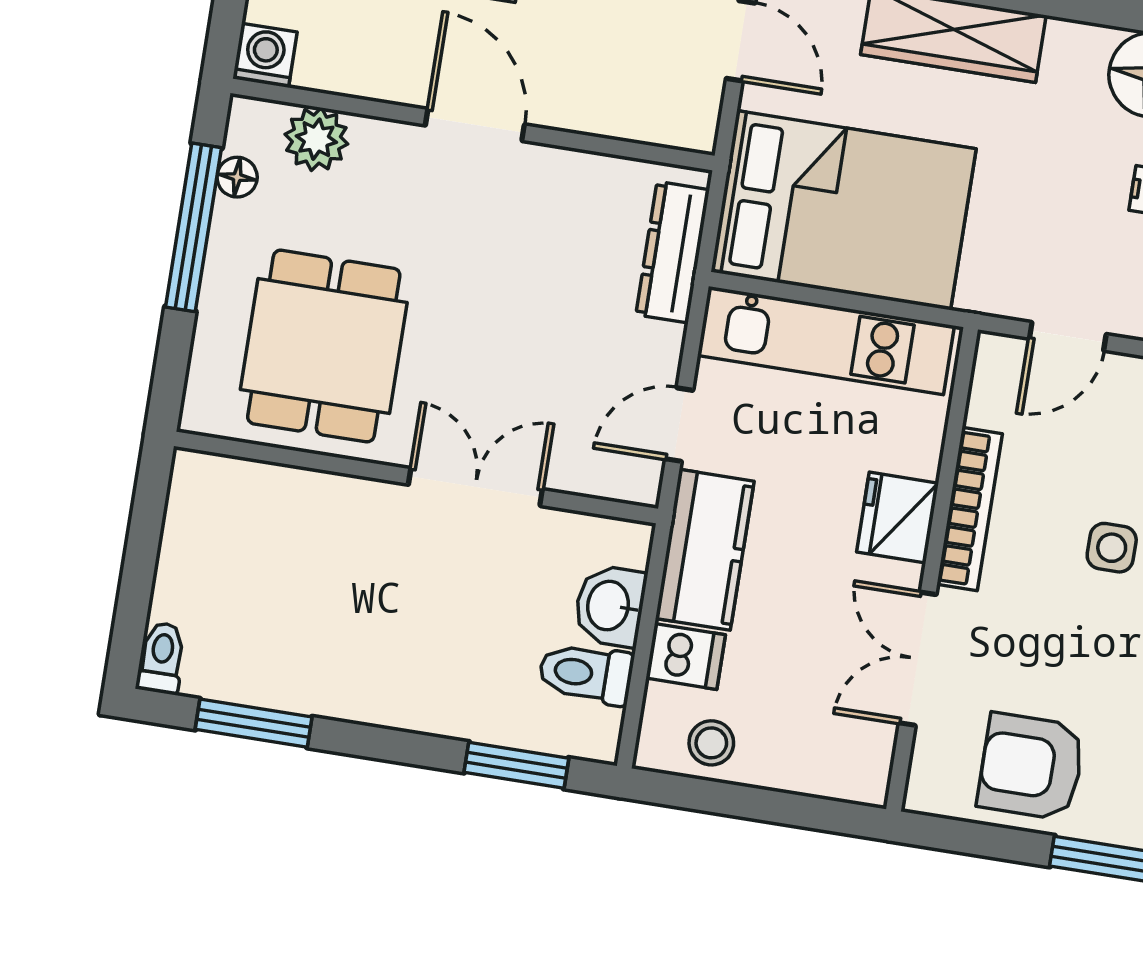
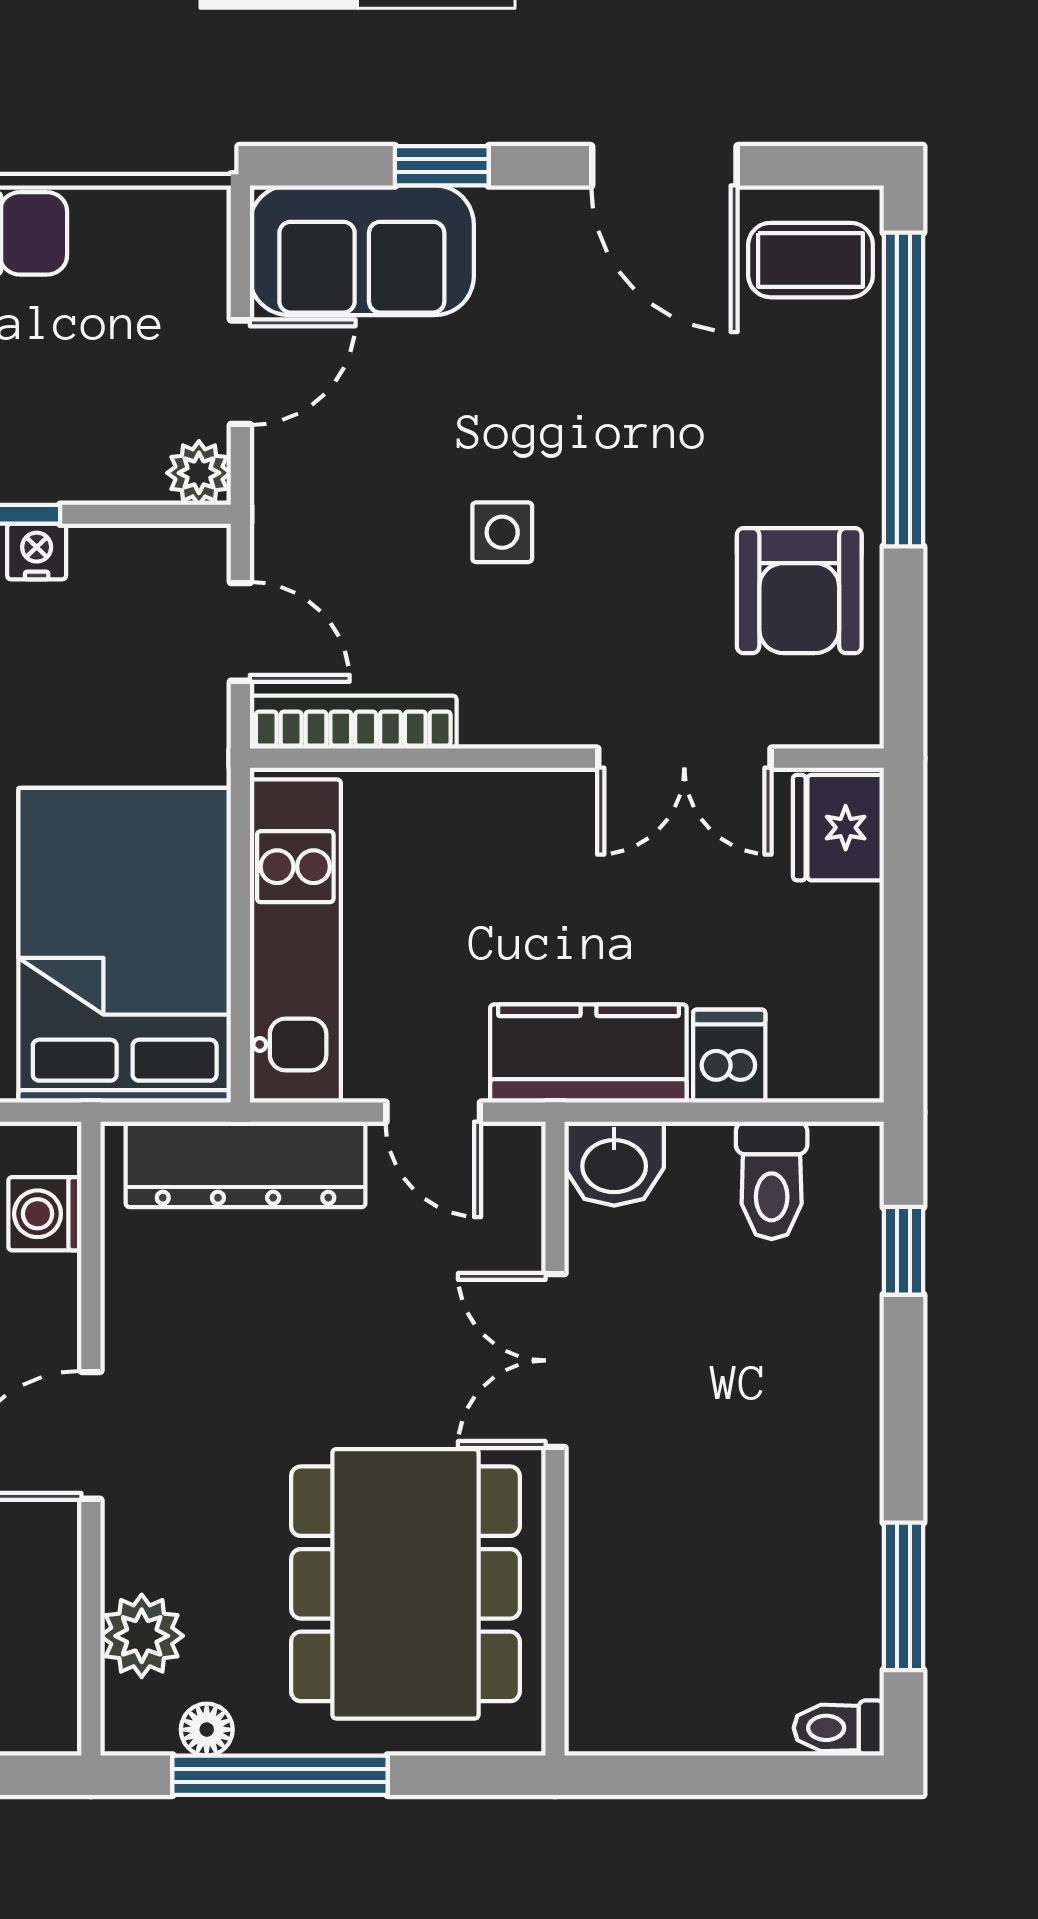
washing machine: (265, 55) -> (45, 1214), moved
dresser: (673, 252) -> (246, 1164), width x1.37, depth x1.24
dining table: (324, 346) -> (405, 1584), width x1.37
bookcase: (970, 509) -> (353, 722), moved
fridge: (898, 518) -> (838, 828), moved, turned 90
washbasin: (610, 606) -> (614, 1164), moved
stool: (711, 743) -> (835, 1005), removed
window: (516, 765) -> (903, 1251), width x0.67

